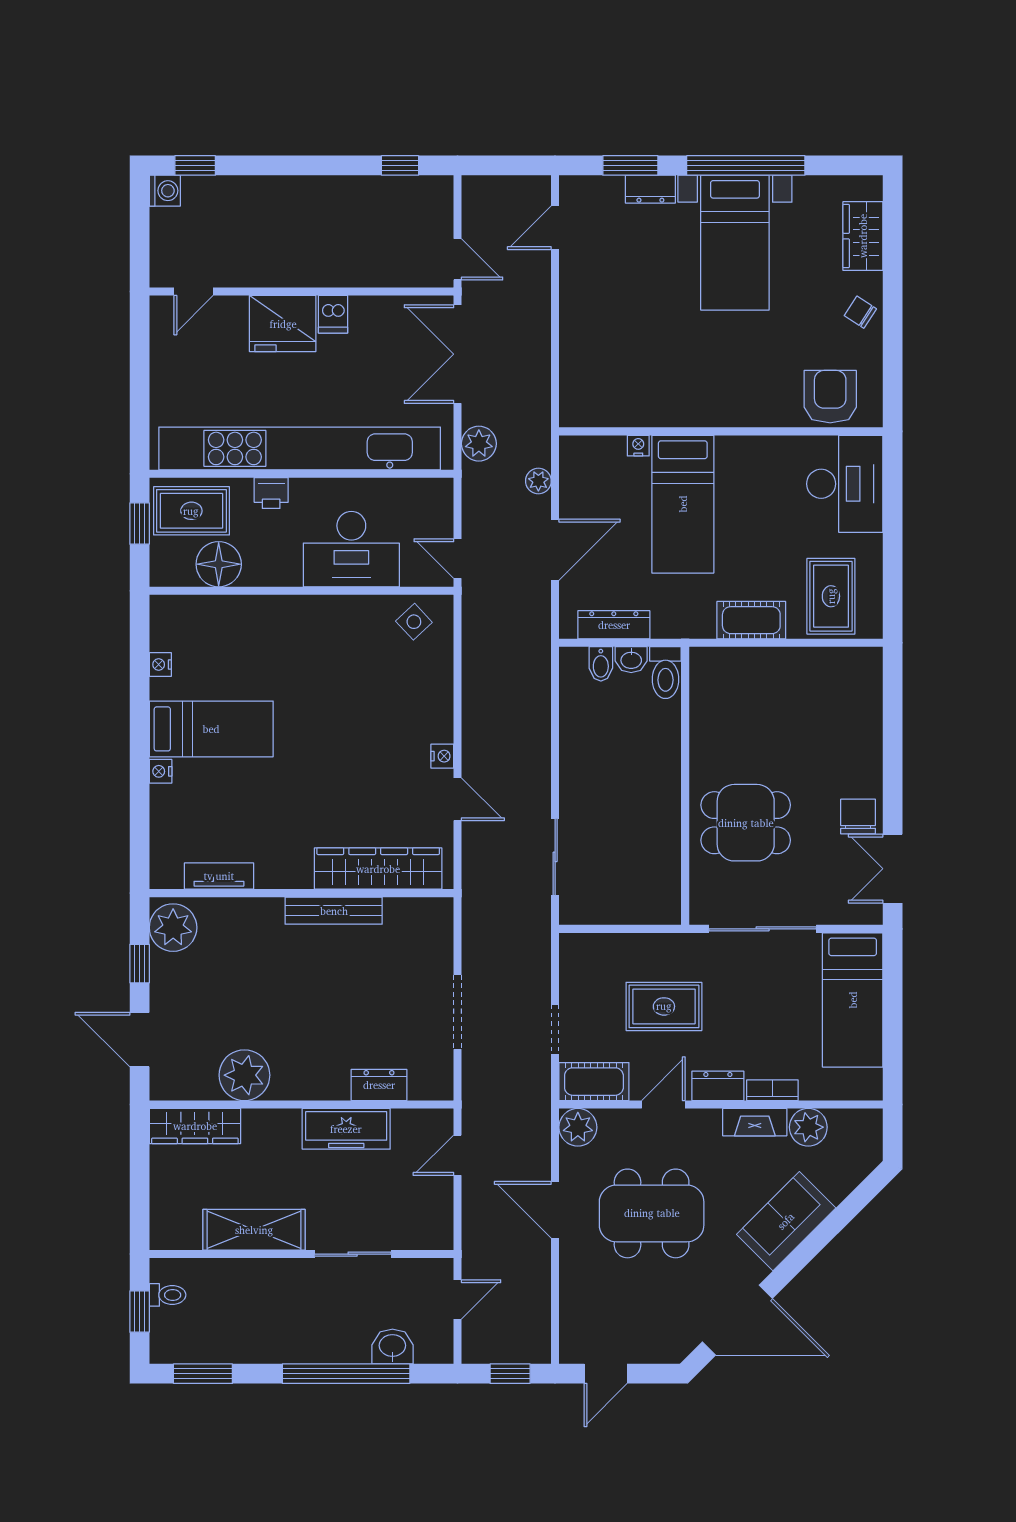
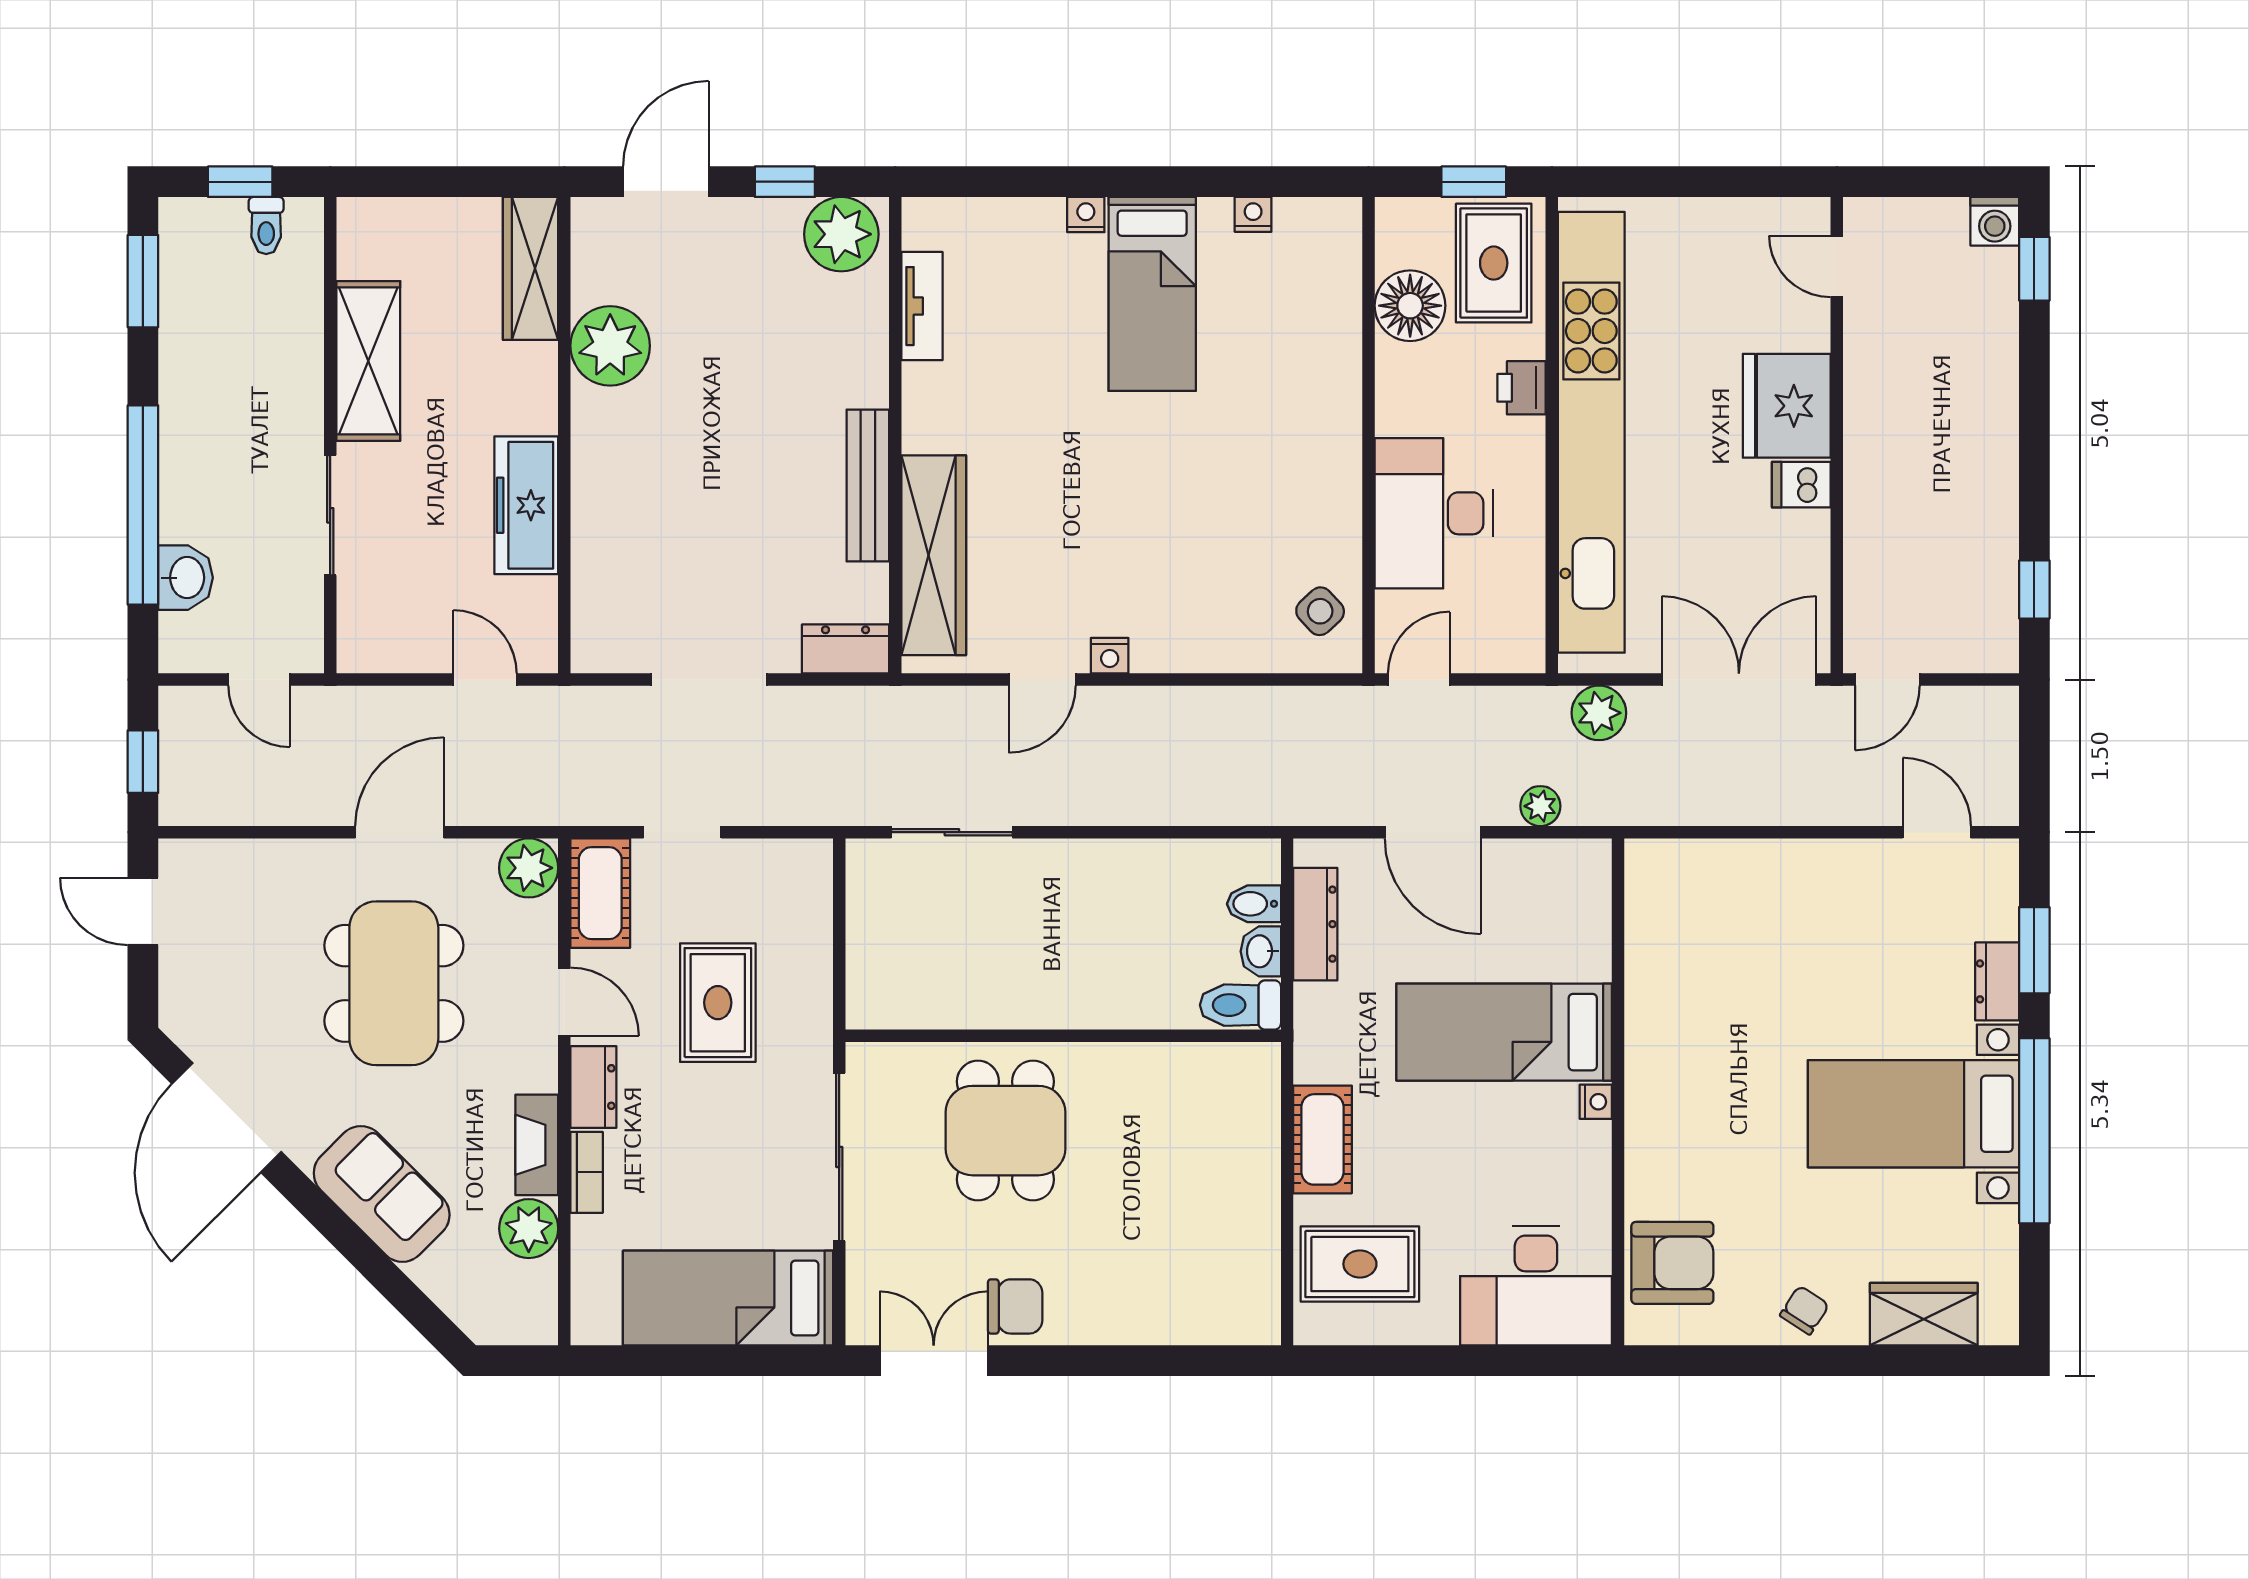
nightstand: (638, 446) -> (1596, 1102), moved
dresser: (379, 1085) -> (846, 649), moved, turned -90

